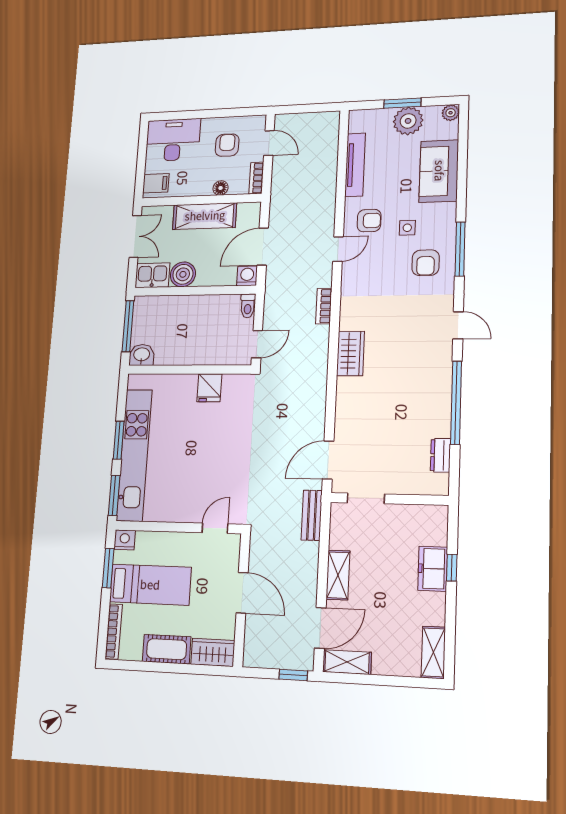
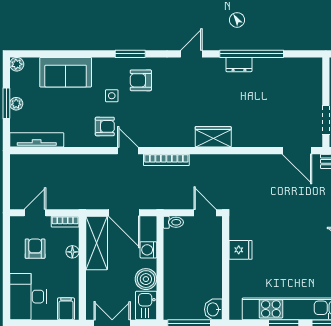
plant: (408, 121) -> (16, 104), width x0.53, depth x0.53
armchair: (227, 145) -> (35, 249), turned 89
tv unit: (355, 165) -> (37, 140), moved
shelving: (205, 216) -> (97, 243), moved
armchair: (369, 221) -> (105, 126), turned 90
window: (460, 249) -> (130, 54), width x0.69
armchair: (426, 263) -> (141, 80), turned 180
washing machine: (247, 276) -> (148, 250), moved
bookcase: (324, 306) -> (166, 160), width x1.56
dresser: (440, 455) -> (239, 65), moved

